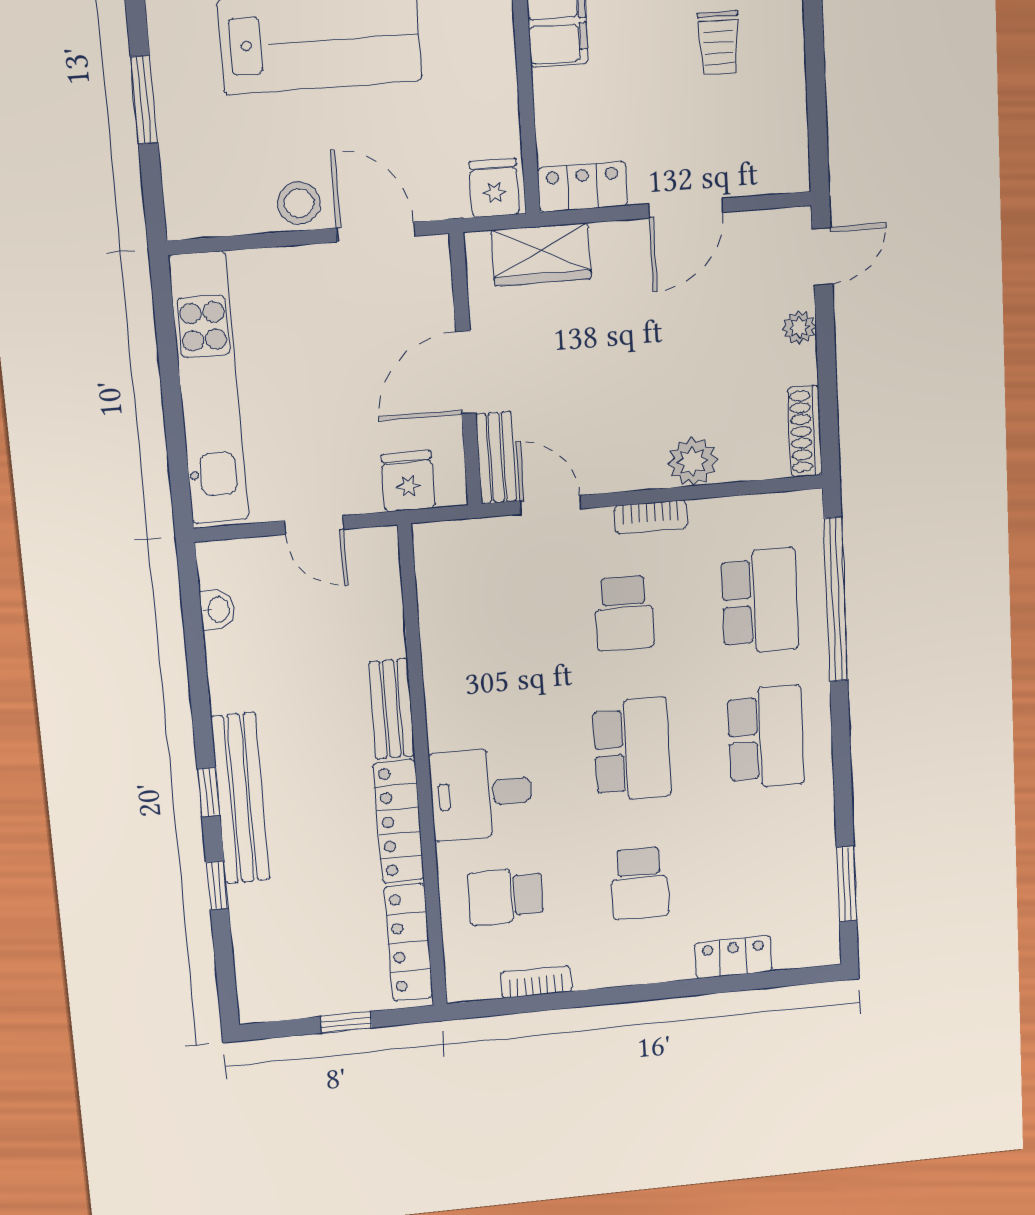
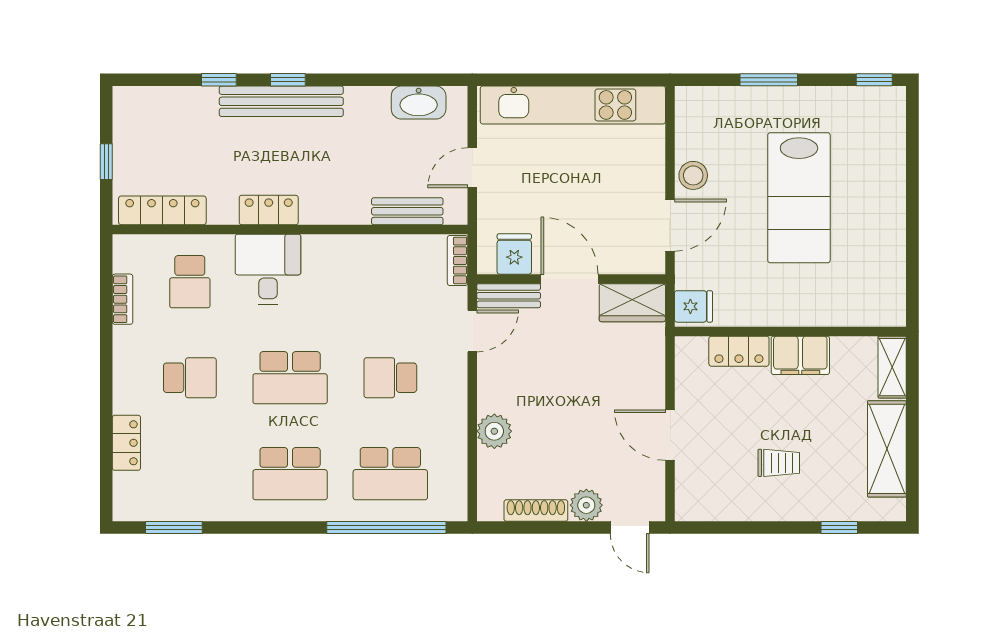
trolley: (719, 43) -> (779, 463), turned 180
locker: (583, 187) -> (739, 351), moved, turned 90
wardrobe: (541, 254) -> (632, 303), moved, turned -90
plant: (799, 328) -> (586, 505), width x1.38, depth x1.38
shoe rack: (805, 431) -> (536, 510), moved
fridge: (408, 481) -> (514, 254), moved, turned -90
bookcase: (651, 517) -> (458, 260), moved
washbasin: (218, 609) -> (419, 103), width x1.91, depth x1.45
bench: (392, 709) -> (407, 211), moved
locker: (399, 821) -> (269, 210), width x0.66
school desk: (639, 883) -> (190, 378), turned 180
school desk: (506, 896) -> (190, 282), turned 180

